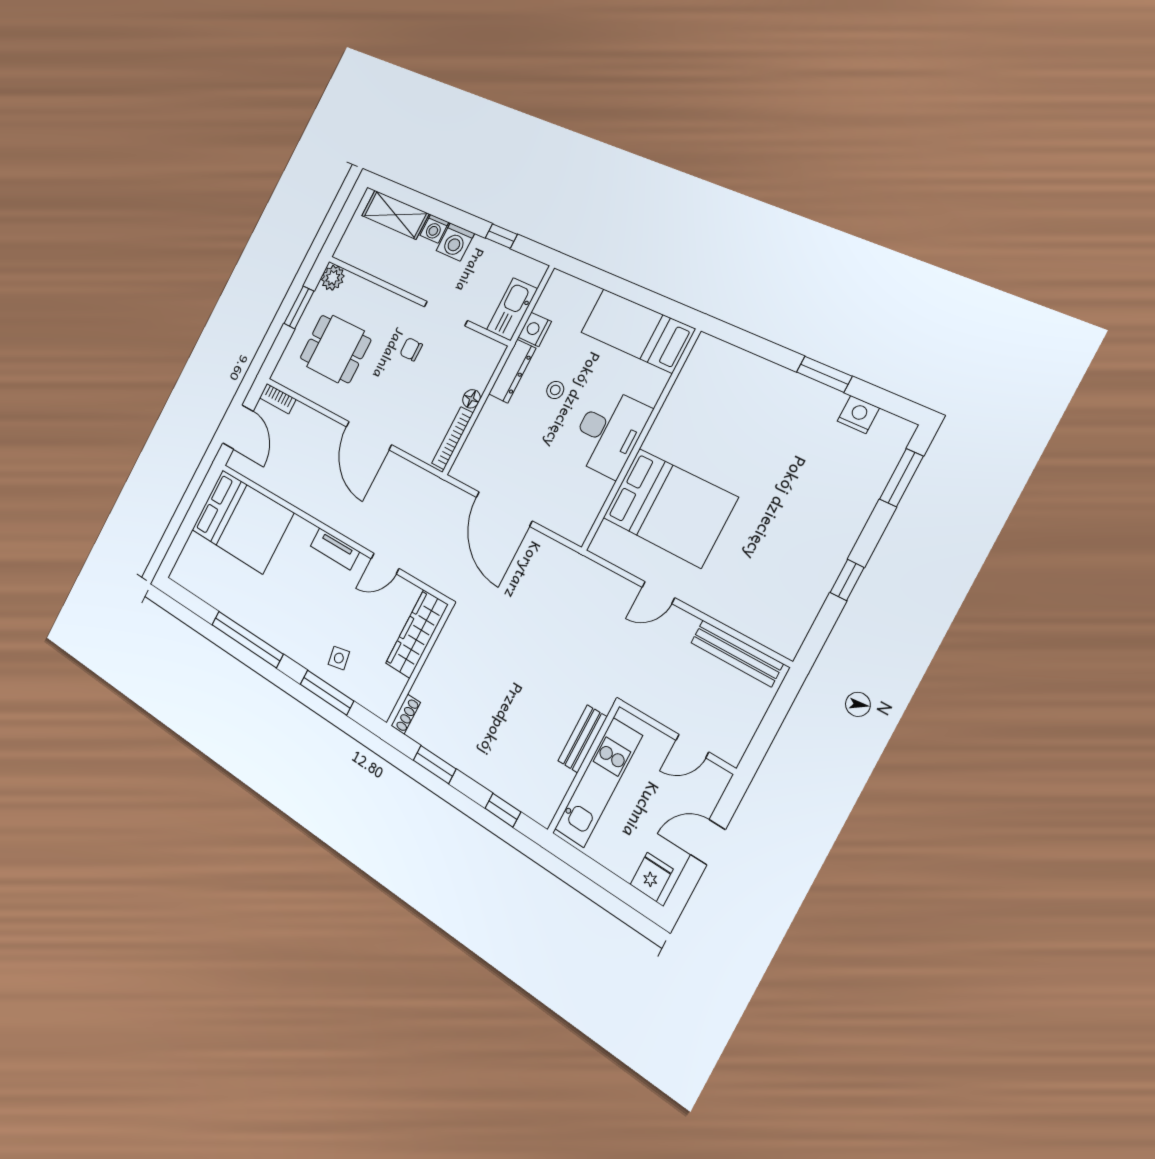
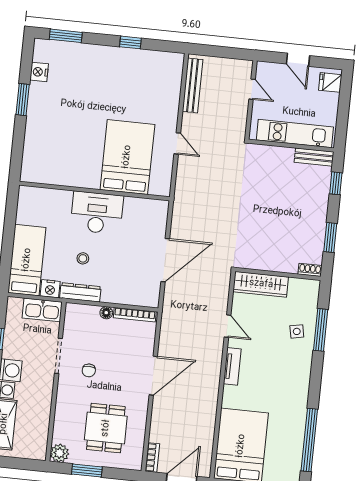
bed: (638, 331) -> (27, 260), moved, turned 180
window: (247, 639) -> (309, 440), moved
bench: (583, 739) -> (314, 157), moved

